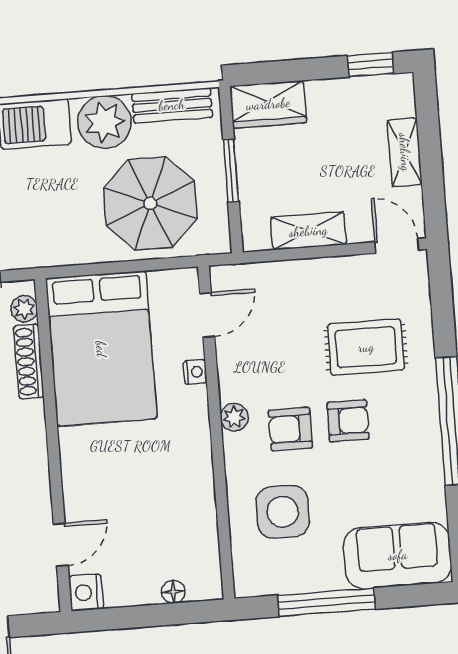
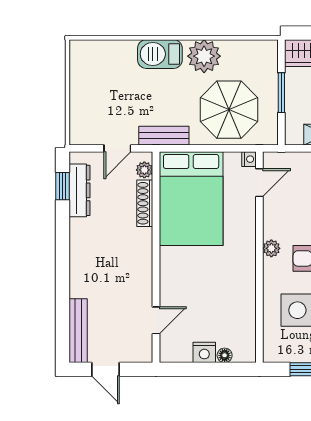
bench: (172, 105) -> (164, 136), moved
nightstand: (195, 372) -> (249, 159), moved
nightstand: (86, 592) -> (204, 352), moved, turned -90

